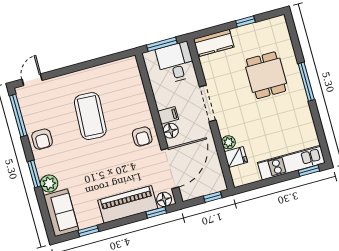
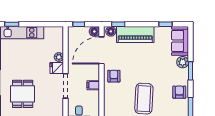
floor lamp: (171, 131) -> (94, 31), moved
fridge: (236, 157) -> (57, 68), moved

